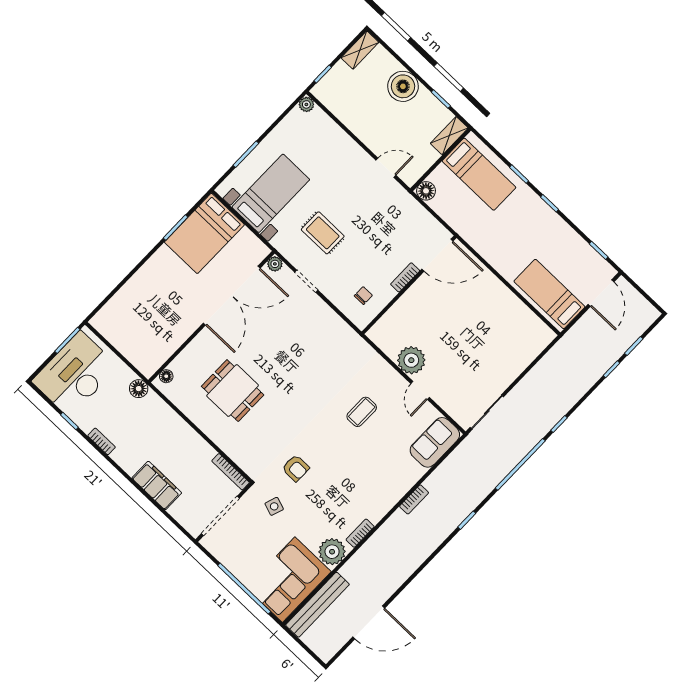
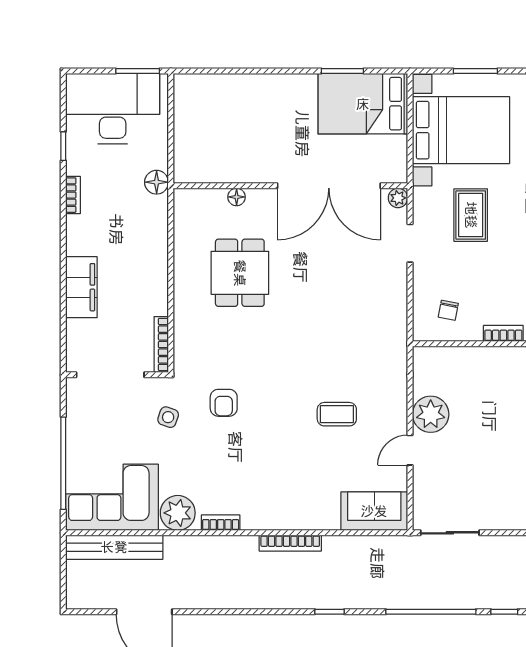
bed with nightstands: (271, 193) -> (461, 130), width x1.36
chair: (363, 296) -> (448, 310), turned 101
floor lamp: (166, 376) -> (237, 197), moved
bookcase: (414, 499) -> (290, 543), width x1.56

